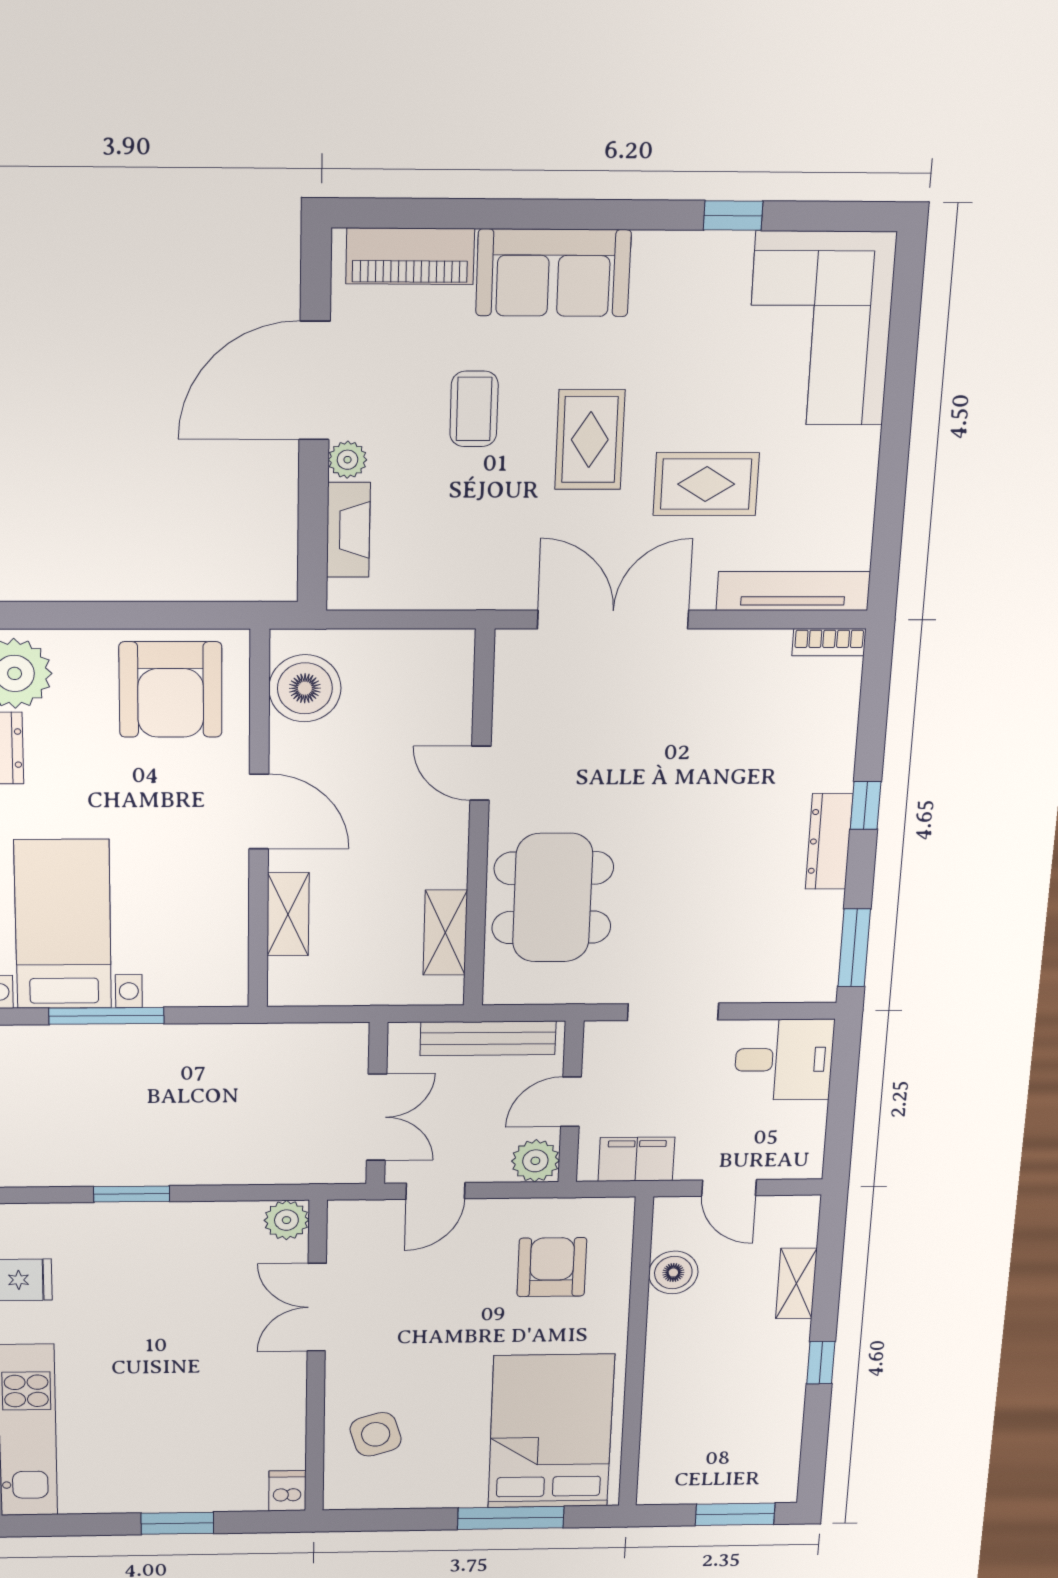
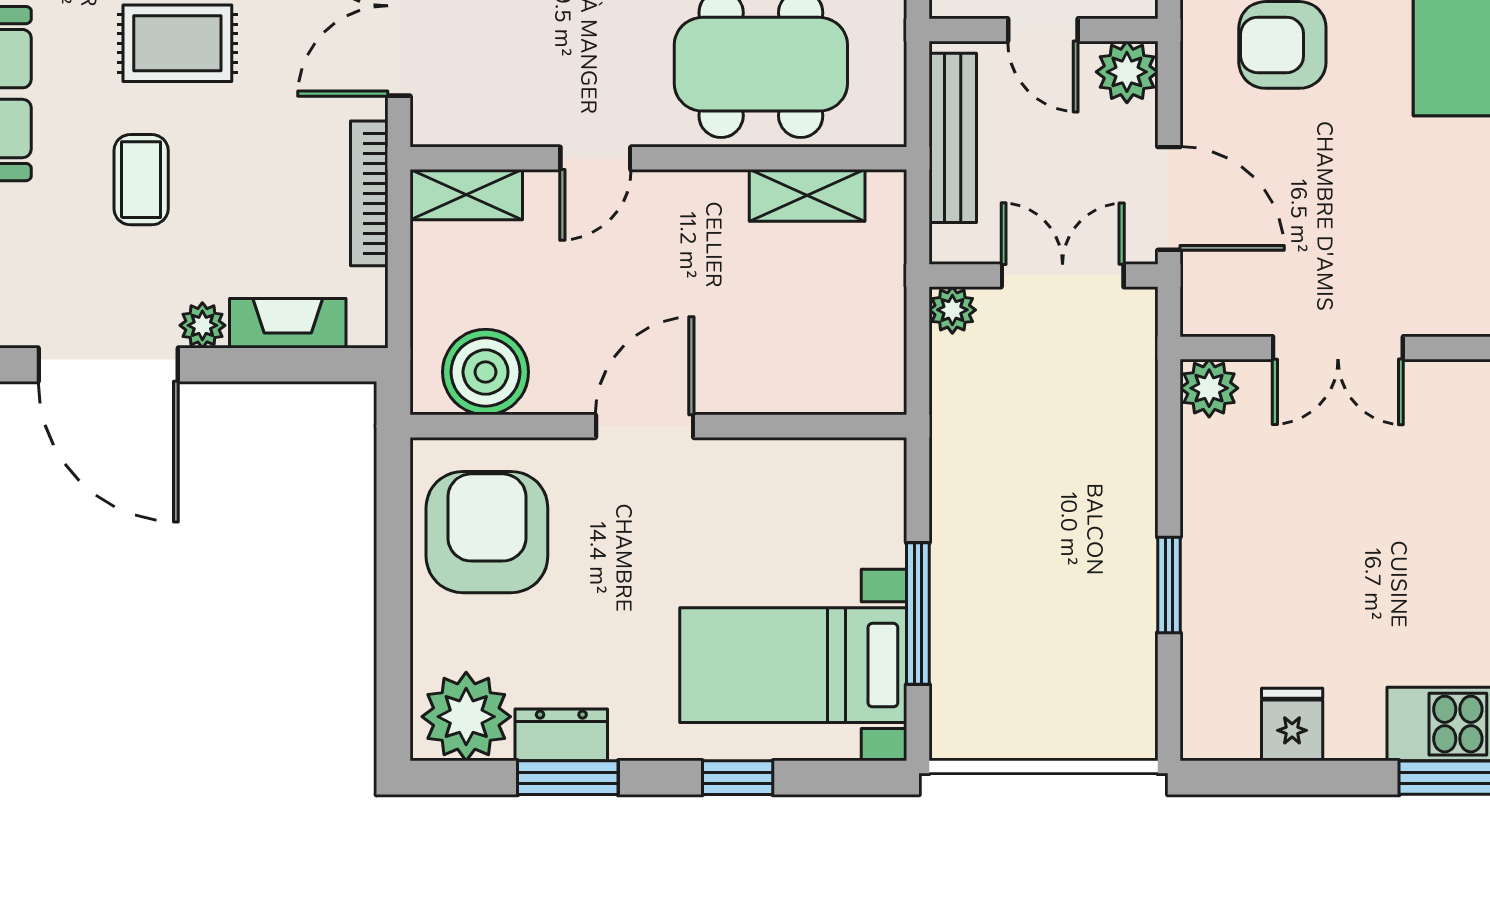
coffee table: (474, 409) -> (141, 180), turned 90
bookcase: (457, 596) -> (369, 193), added
armchair: (171, 690) -> (487, 532), turned -90
shelving: (288, 914) -> (466, 195), moved
plant: (351, 1039) -> (952, 310), added
door: (435, 1191) -> (1169, 198), width x1.38

